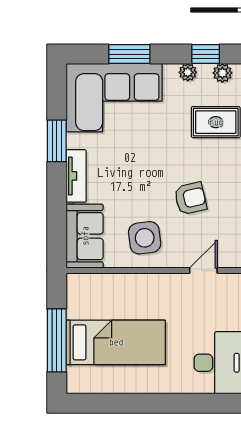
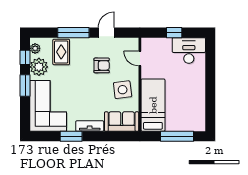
window: (129, 54) -> (25, 86), moved
plant: (188, 72) -> (39, 67), width x1.87, depth x1.87
armchair: (190, 198) -> (102, 65), turned 103
bed: (116, 342) -> (153, 105), moved

